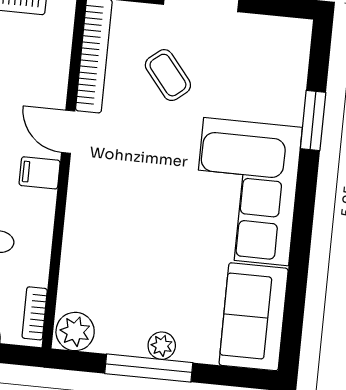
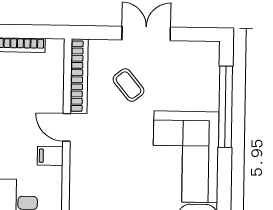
window: (313, 120) -> (226, 107), width x2.11

